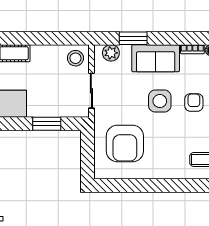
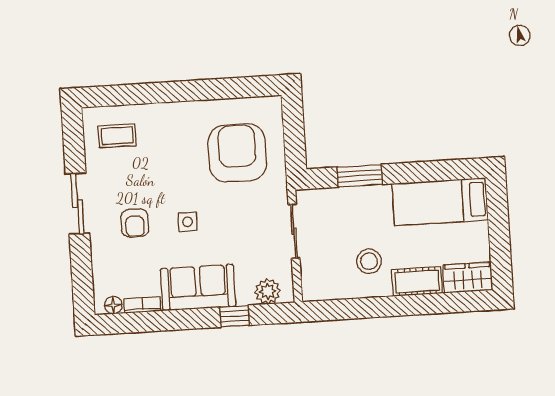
window: (133, 38) -> (235, 316), width x0.67
stool: (75, 58) -> (369, 261), moved
side table: (160, 101) -> (188, 222), width x0.54, depth x0.54

